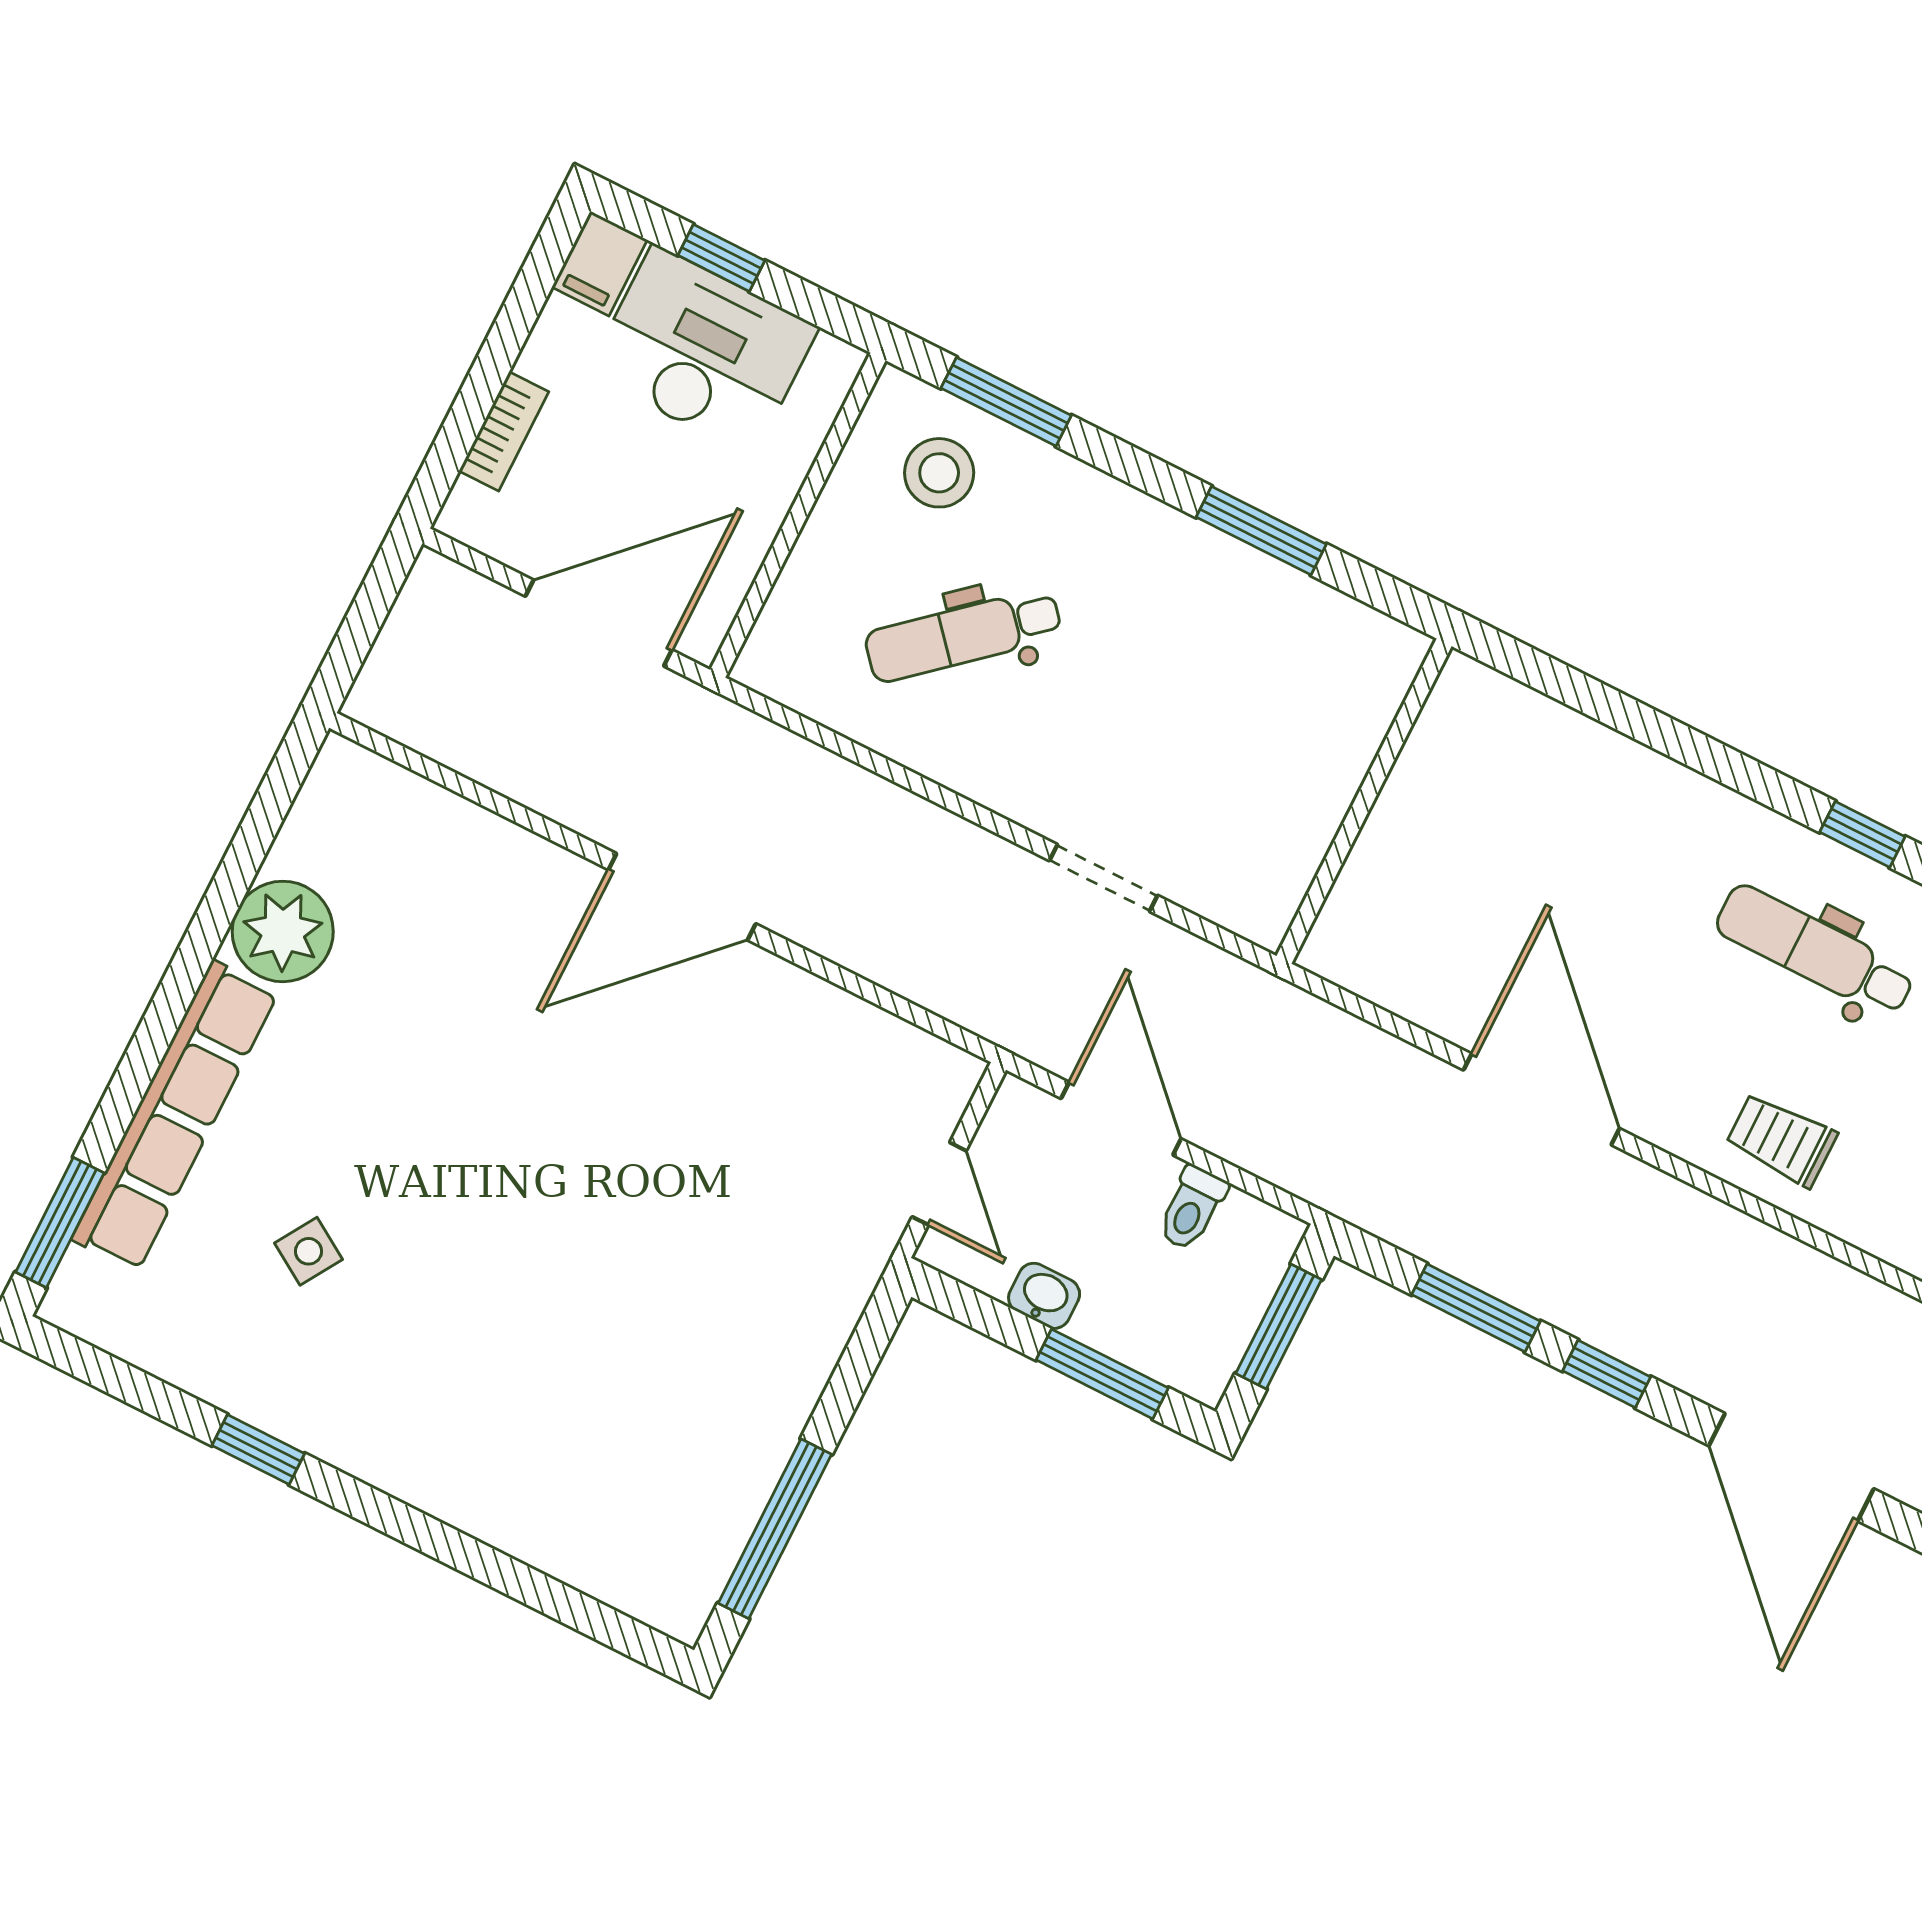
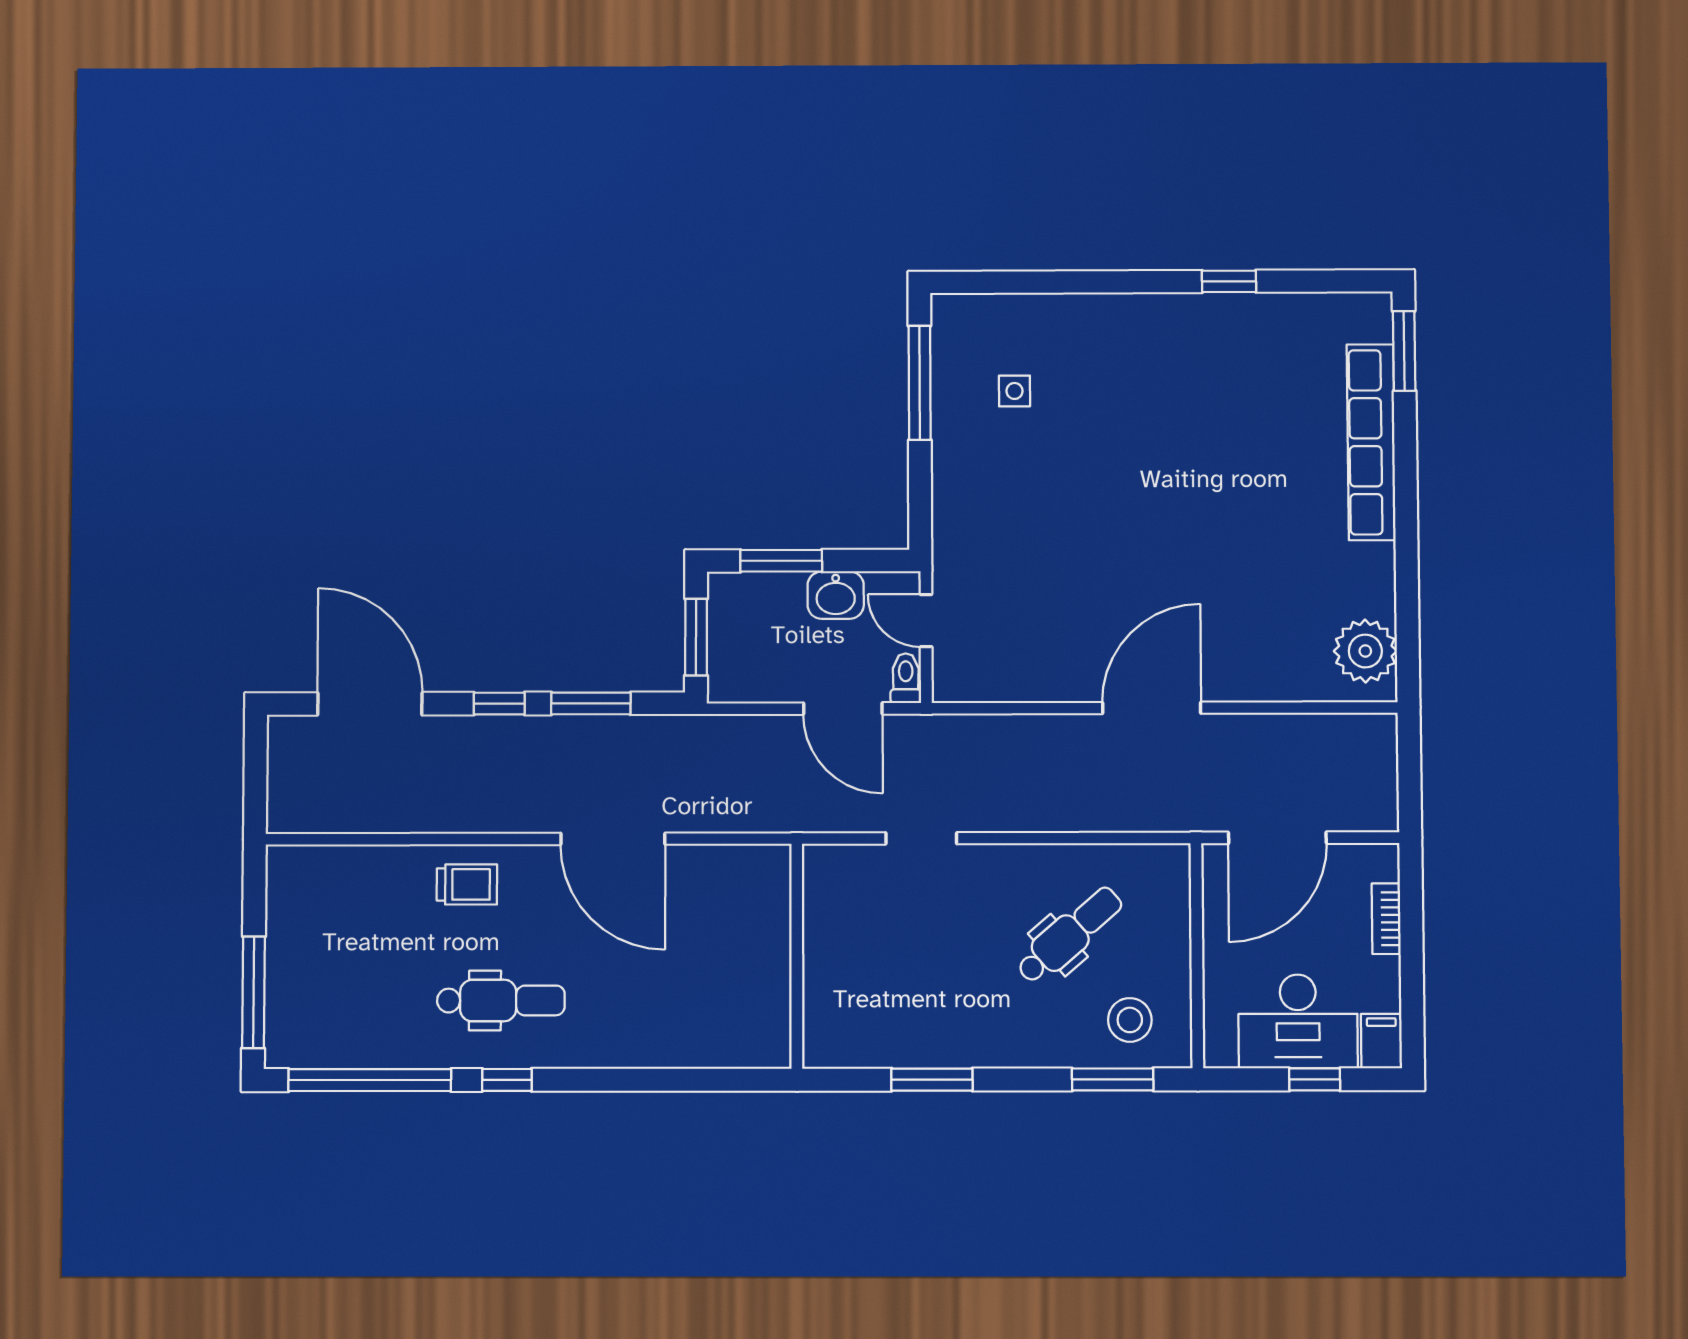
plant: (283, 931) -> (1365, 651), moved
toilet: (1192, 1208) -> (906, 678), moved
side table: (309, 1251) -> (1014, 391), moved, turned -32
washbasin: (1044, 1296) -> (836, 595), width x1.38, depth x1.45

